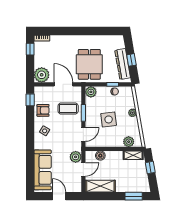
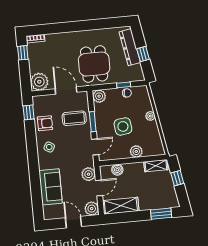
dresser: (123, 64) -> (130, 47), moved
plant: (129, 142) -> (136, 151), moved
sofa: (43, 170) -> (51, 187), width x0.73
plant: (75, 186) -> (92, 209), added

